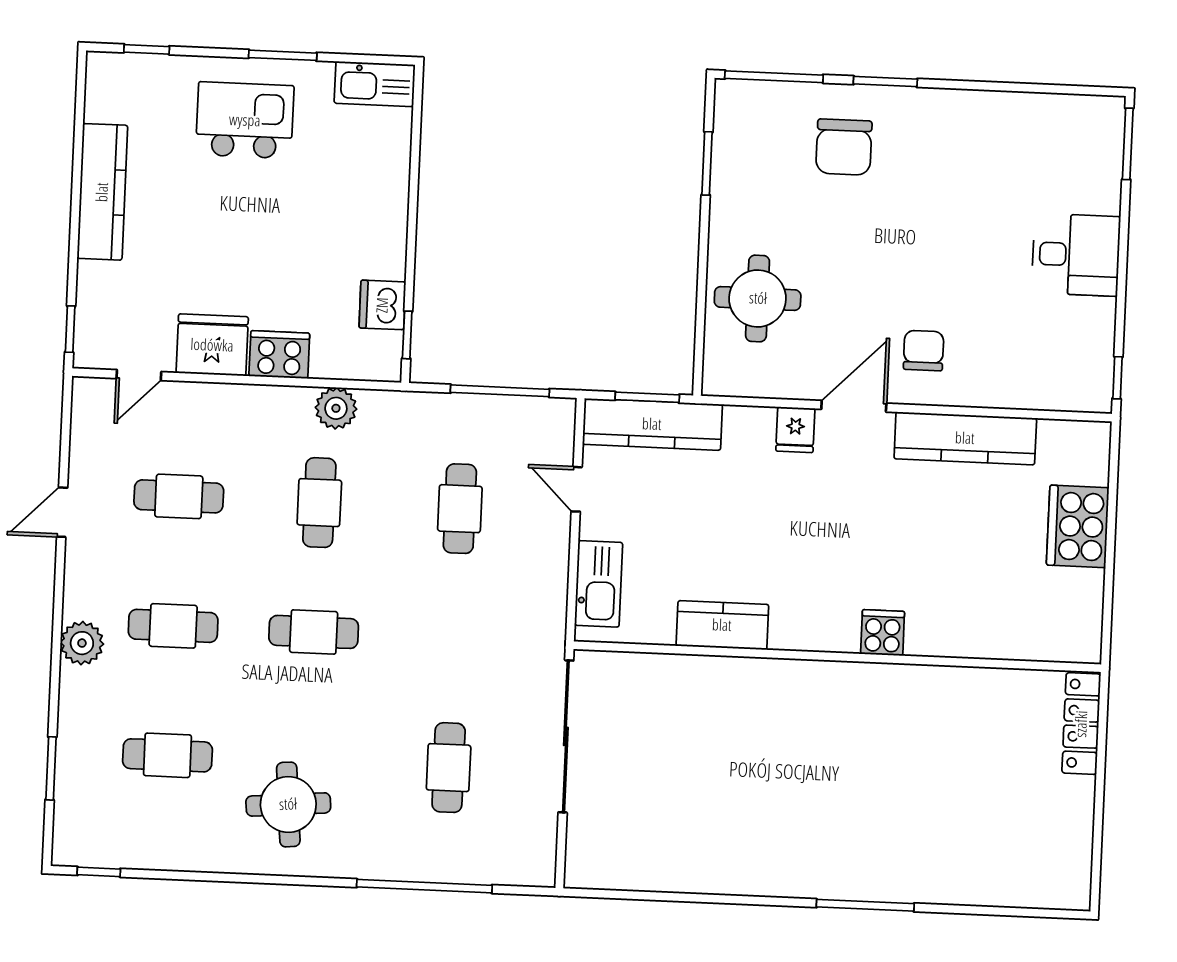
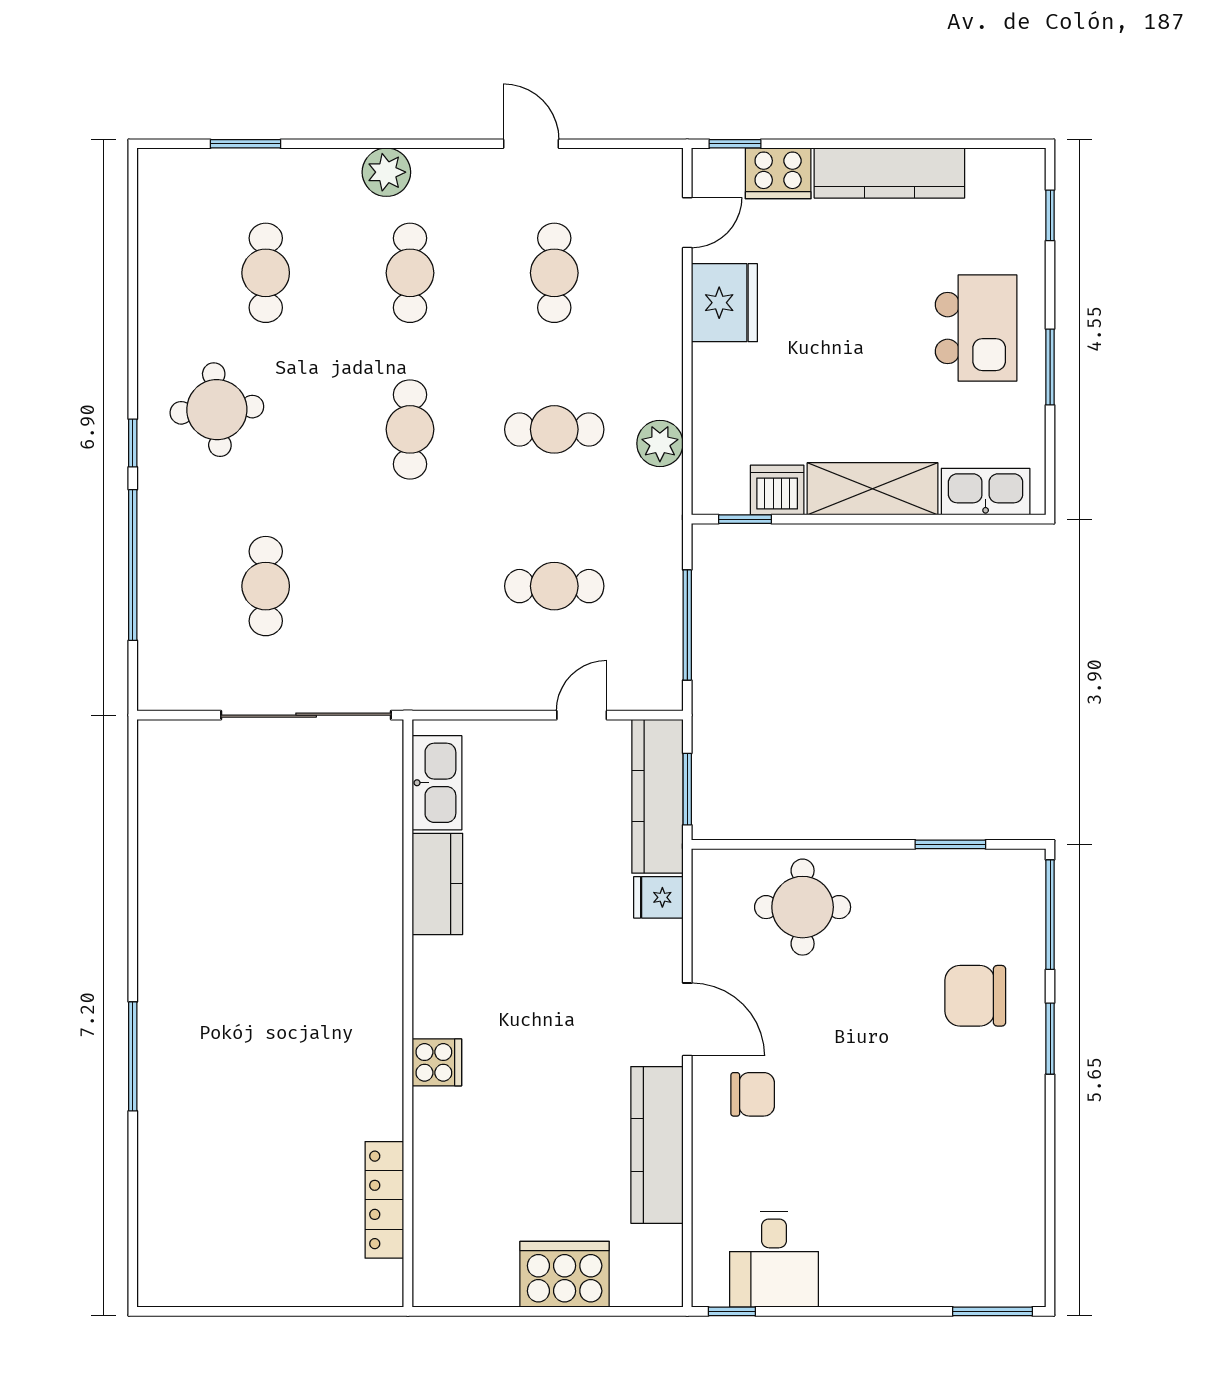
kitchen sink: (375, 84) -> (986, 492), moved, turned 90
shelving: (385, 219) -> (873, 489), added
desk: (1076, 255) -> (774, 1259), moved
cooker: (279, 355) -> (778, 173), moved, turned 90
door: (139, 375) -> (687, 223), swing flipped
fridge: (795, 430) -> (658, 897), moved
kitchen sink: (599, 584) -> (437, 783), moved, turned -90
locker: (1081, 724) -> (384, 1200), moved, turned -90
cafe table: (449, 768) -> (266, 586), turned 90
window: (99, 872) -> (133, 443), moved

